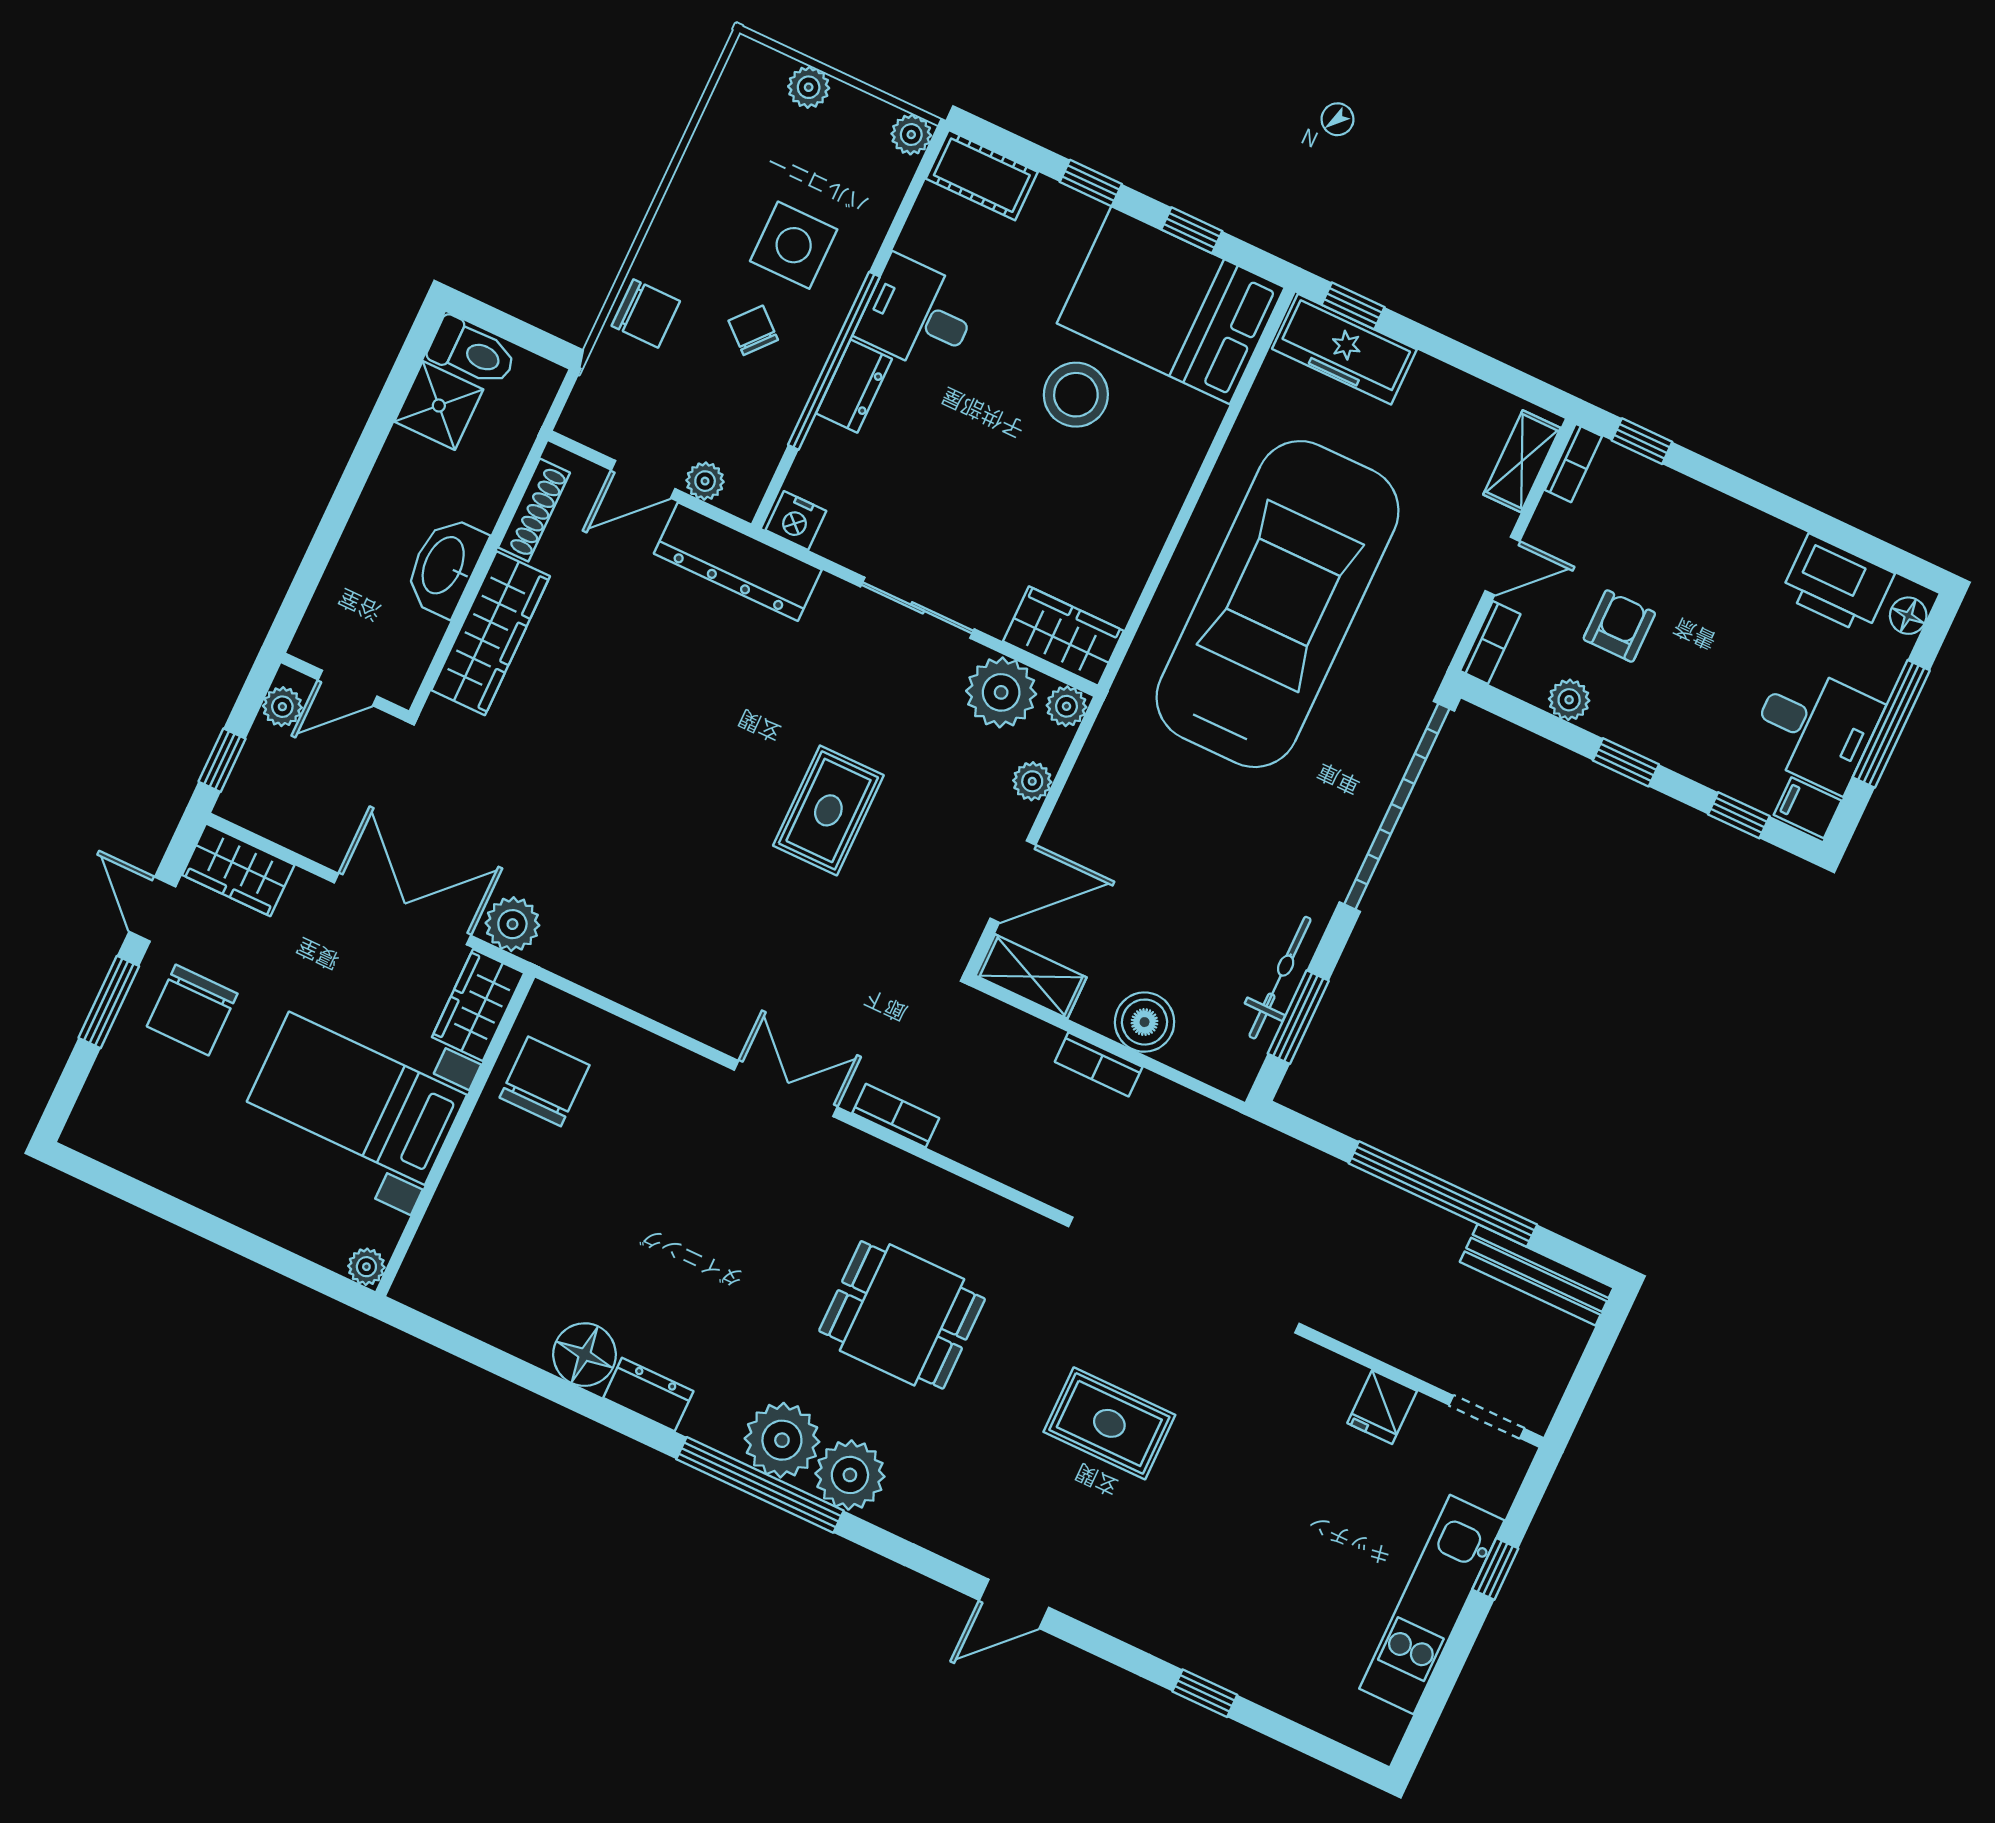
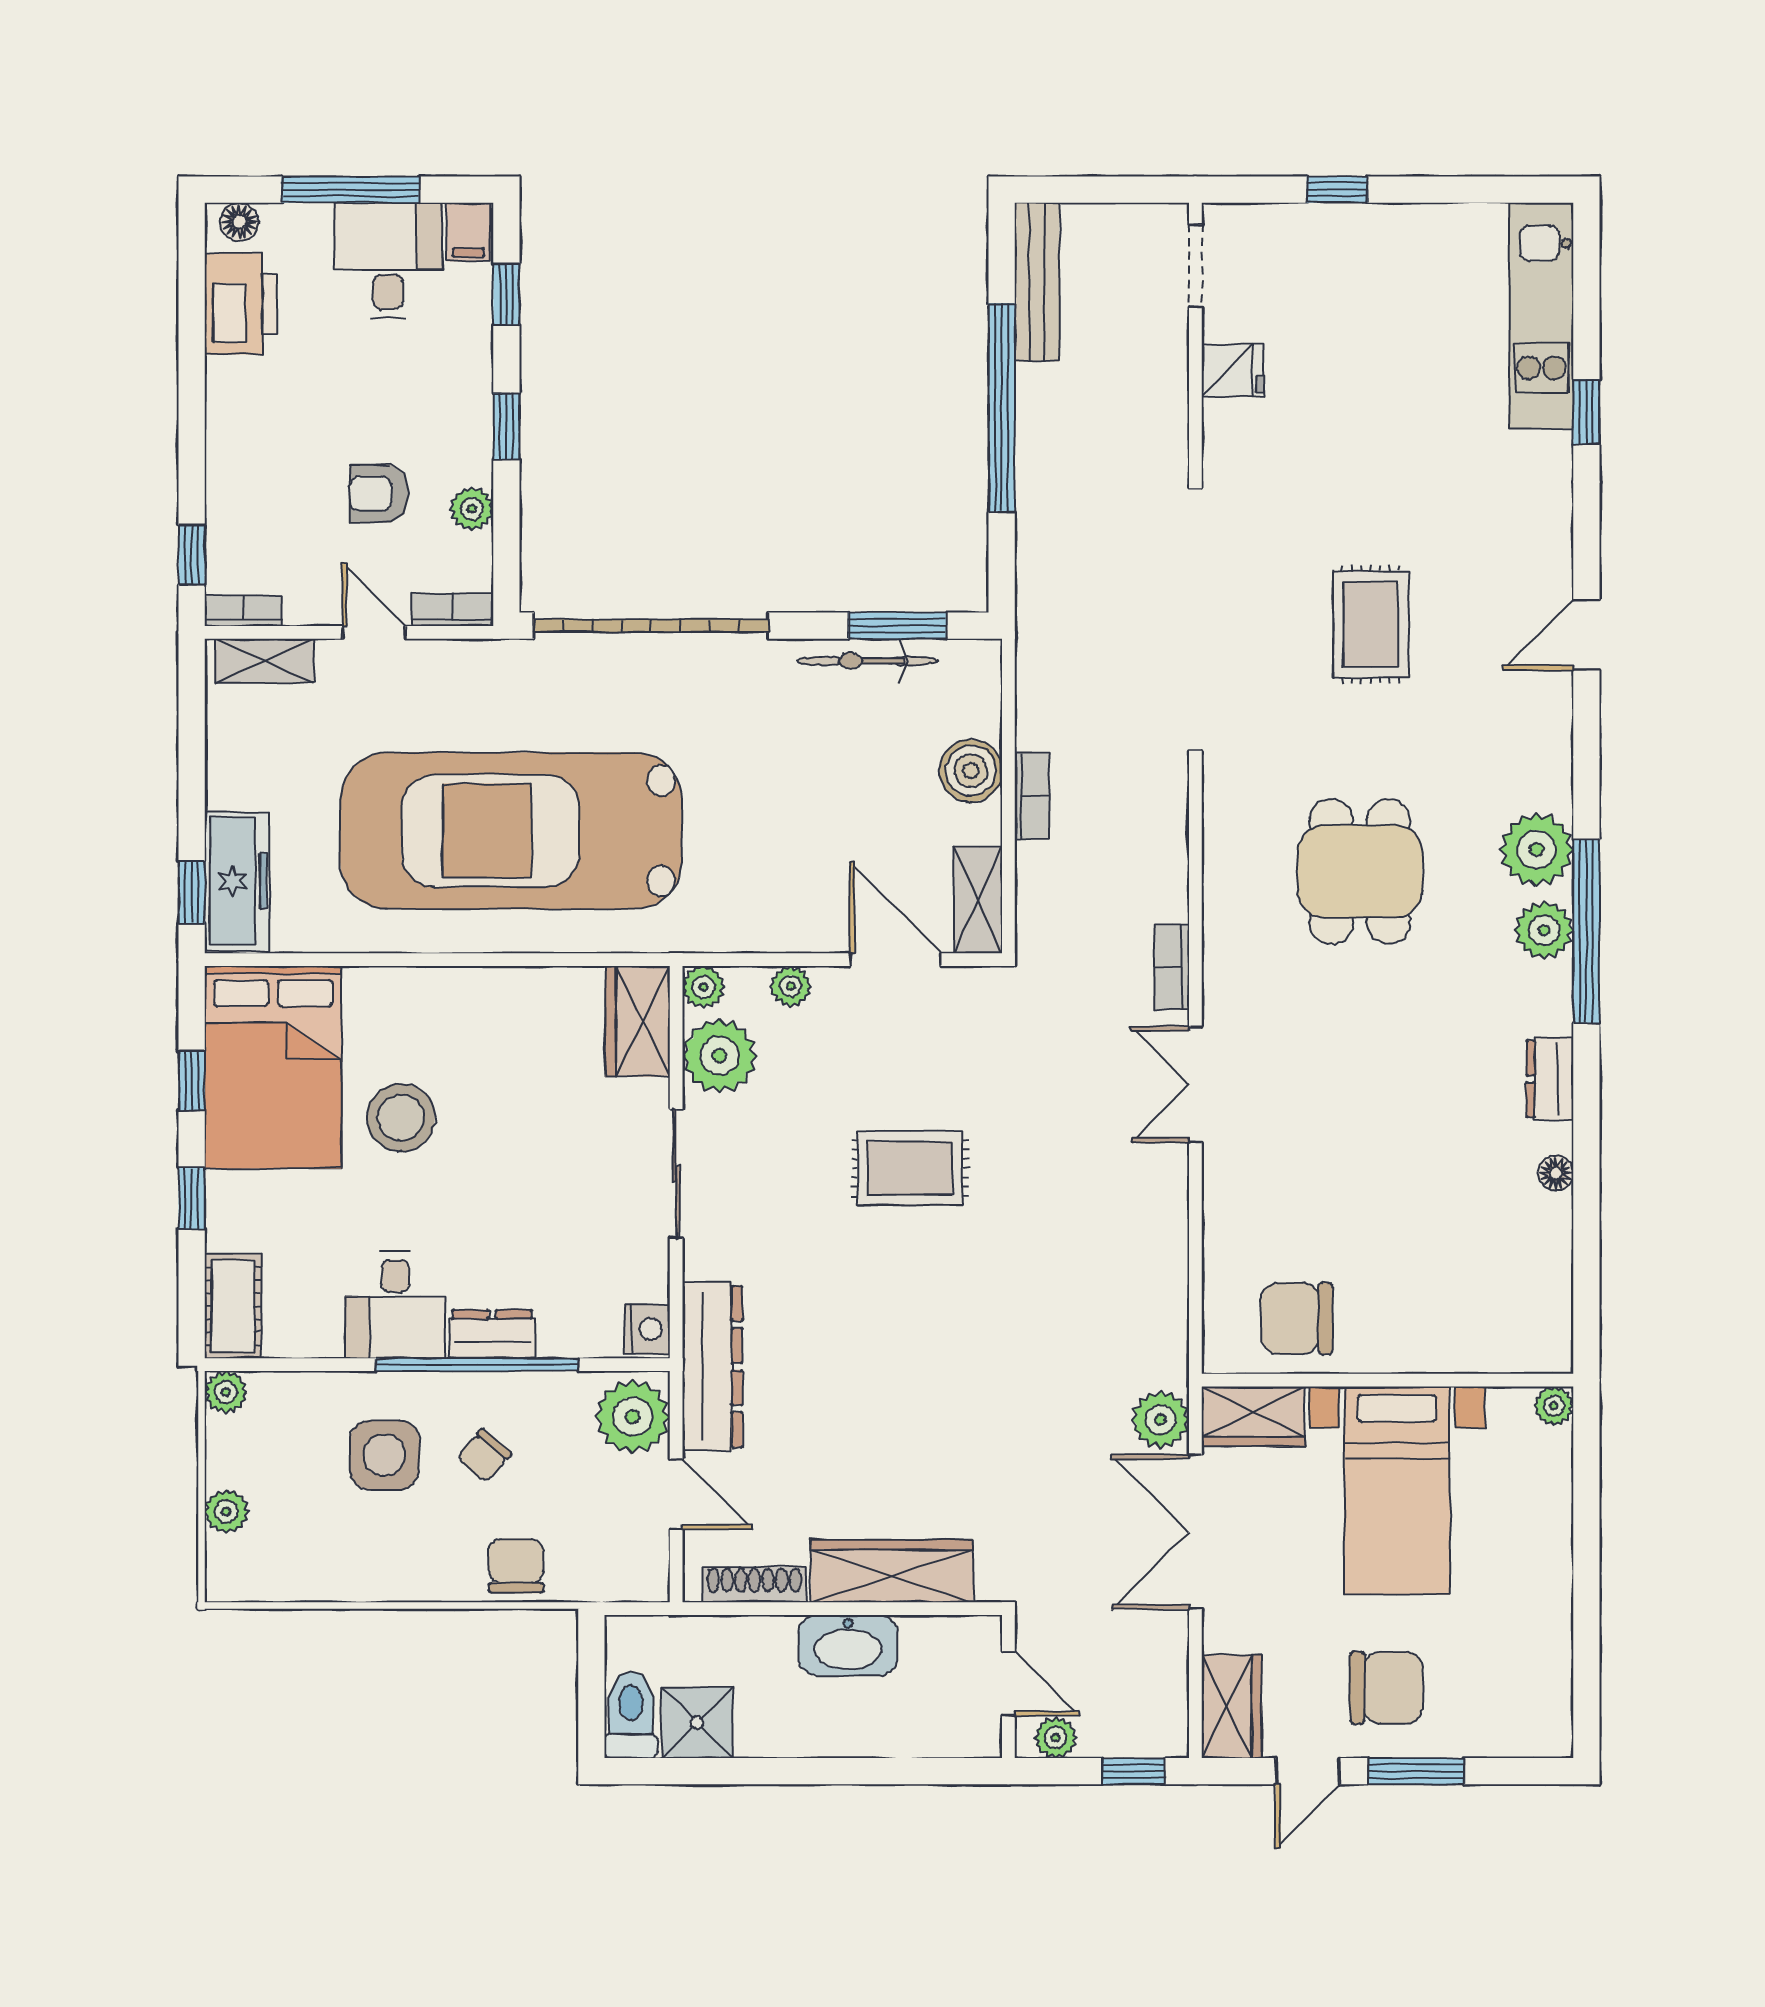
plant: (705, 481) -> (633, 1417), width x1.88, depth x1.88
floor lamp: (585, 1355) -> (1556, 1173), width x0.53, depth x0.53
plant: (782, 1440) -> (1544, 930), width x0.73, depth x0.73
door: (1014, 1604) -> (1586, 635), swing flipped
kitchen unit: (1432, 1604) -> (1541, 316), moved, turned 90

